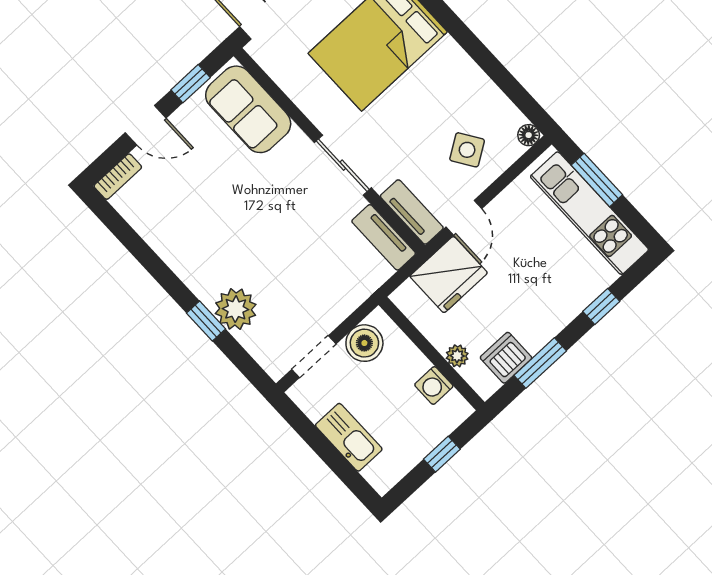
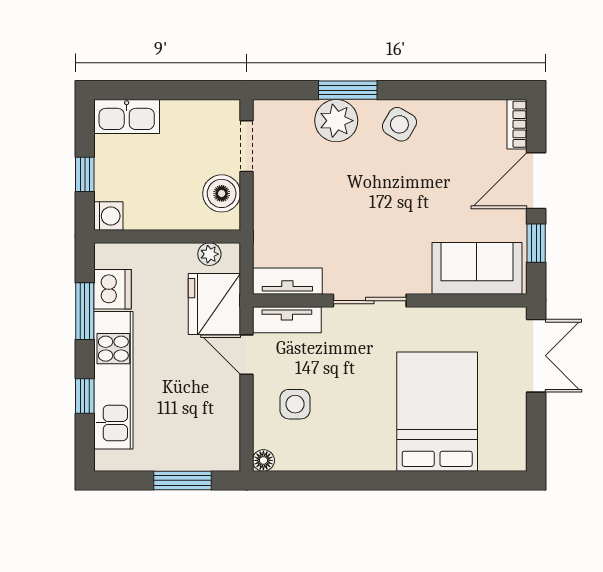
door: (146, 125) -> (536, 181), width x1.38
side table: (467, 150) -> (295, 404), turned 33
kitchen unit: (590, 213) -> (113, 380), moved, turned 90
side table: (196, 261) -> (399, 124), added
window: (206, 321) -> (348, 90), width x1.50
plant: (457, 356) -> (209, 254), moved
washing machine: (434, 385) -> (108, 216), moved, turned 90
kitchen sink: (349, 437) -> (127, 116), moved

